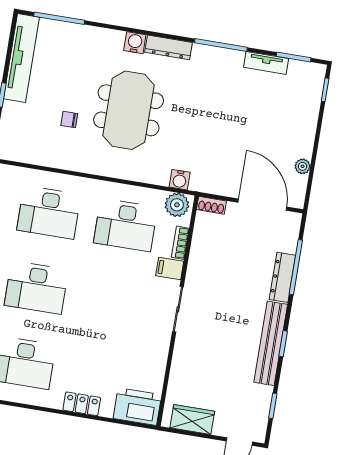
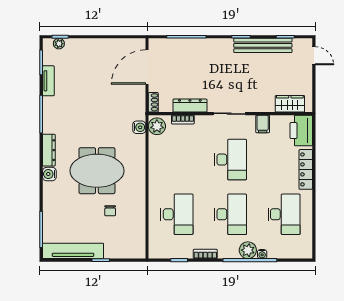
plant: (303, 166) -> (59, 44), moved
desk: (126, 225) -> (230, 160), moved
filing cabinet: (170, 269) -> (263, 124), moved
dresser: (282, 277) -> (190, 106), moved, turned 180
bench: (271, 343) -> (263, 45), moved
locker: (82, 404) -> (306, 169), width x1.53
wardrobe: (192, 420) -> (290, 104), moved, turned 90

